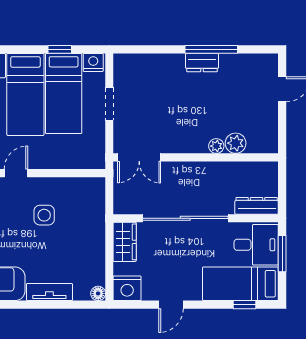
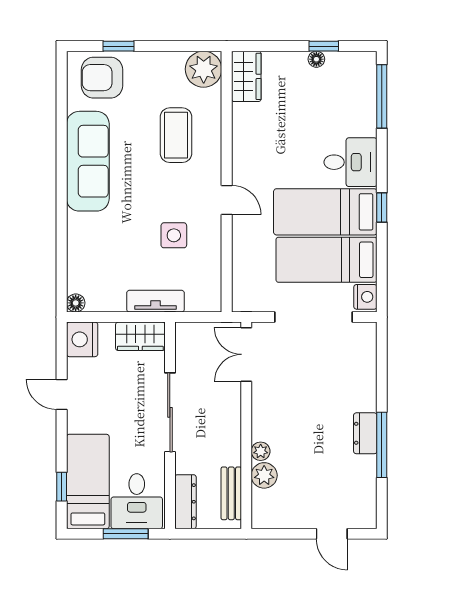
window: (60, 49) -> (382, 207), moved
doorway: (109, 104) -> (313, 317), width x1.88
bench: (250, 169) -> (231, 493), added
sliding door: (185, 218) -> (170, 412), width x0.73
tv unit: (49, 292) -> (155, 301), moved, turned -90

